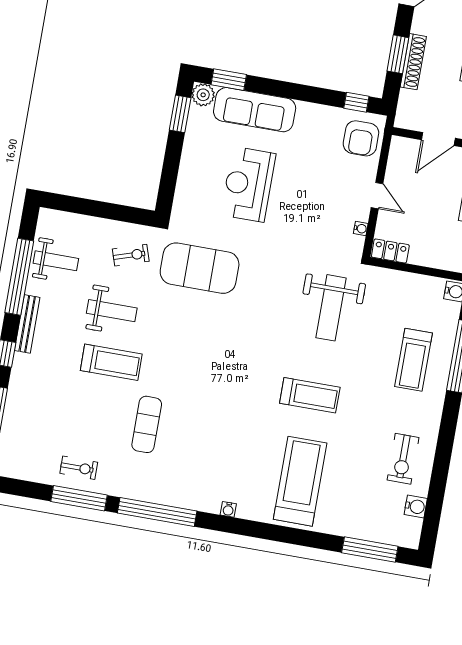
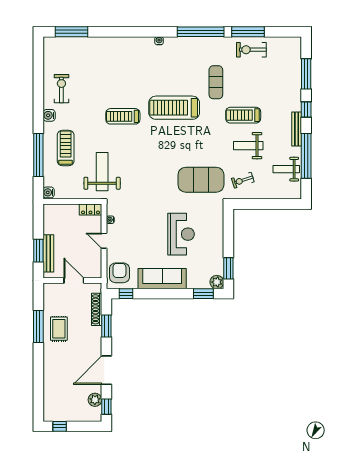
shoe rack: (413, 62) -> (97, 309), moved
sofa: (255, 110) -> (162, 279), moved
door: (438, 139) -> (74, 281), hinge flipped
weight bench: (331, 308) -> (102, 172), moved
exercise bike: (79, 468) -> (251, 50), width x1.38, depth x1.39
treadmill: (300, 481) -> (174, 108), moved, turned 90
water cooler: (416, 507) -> (49, 115), moved

